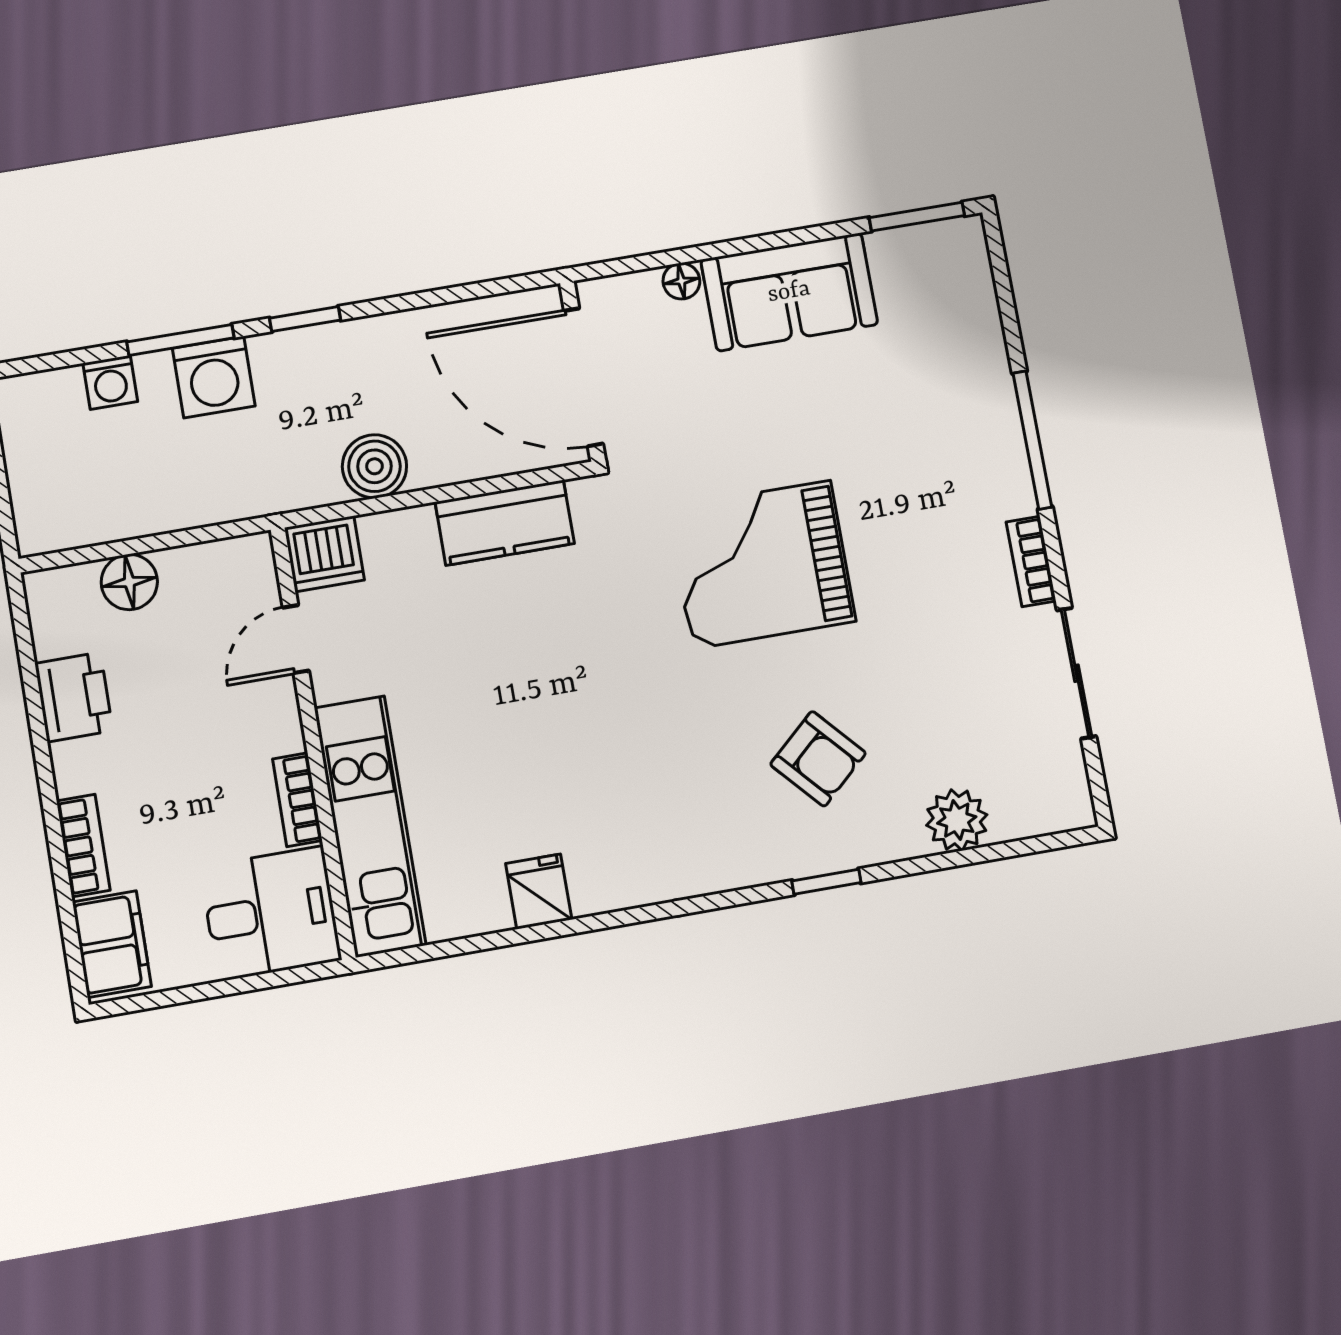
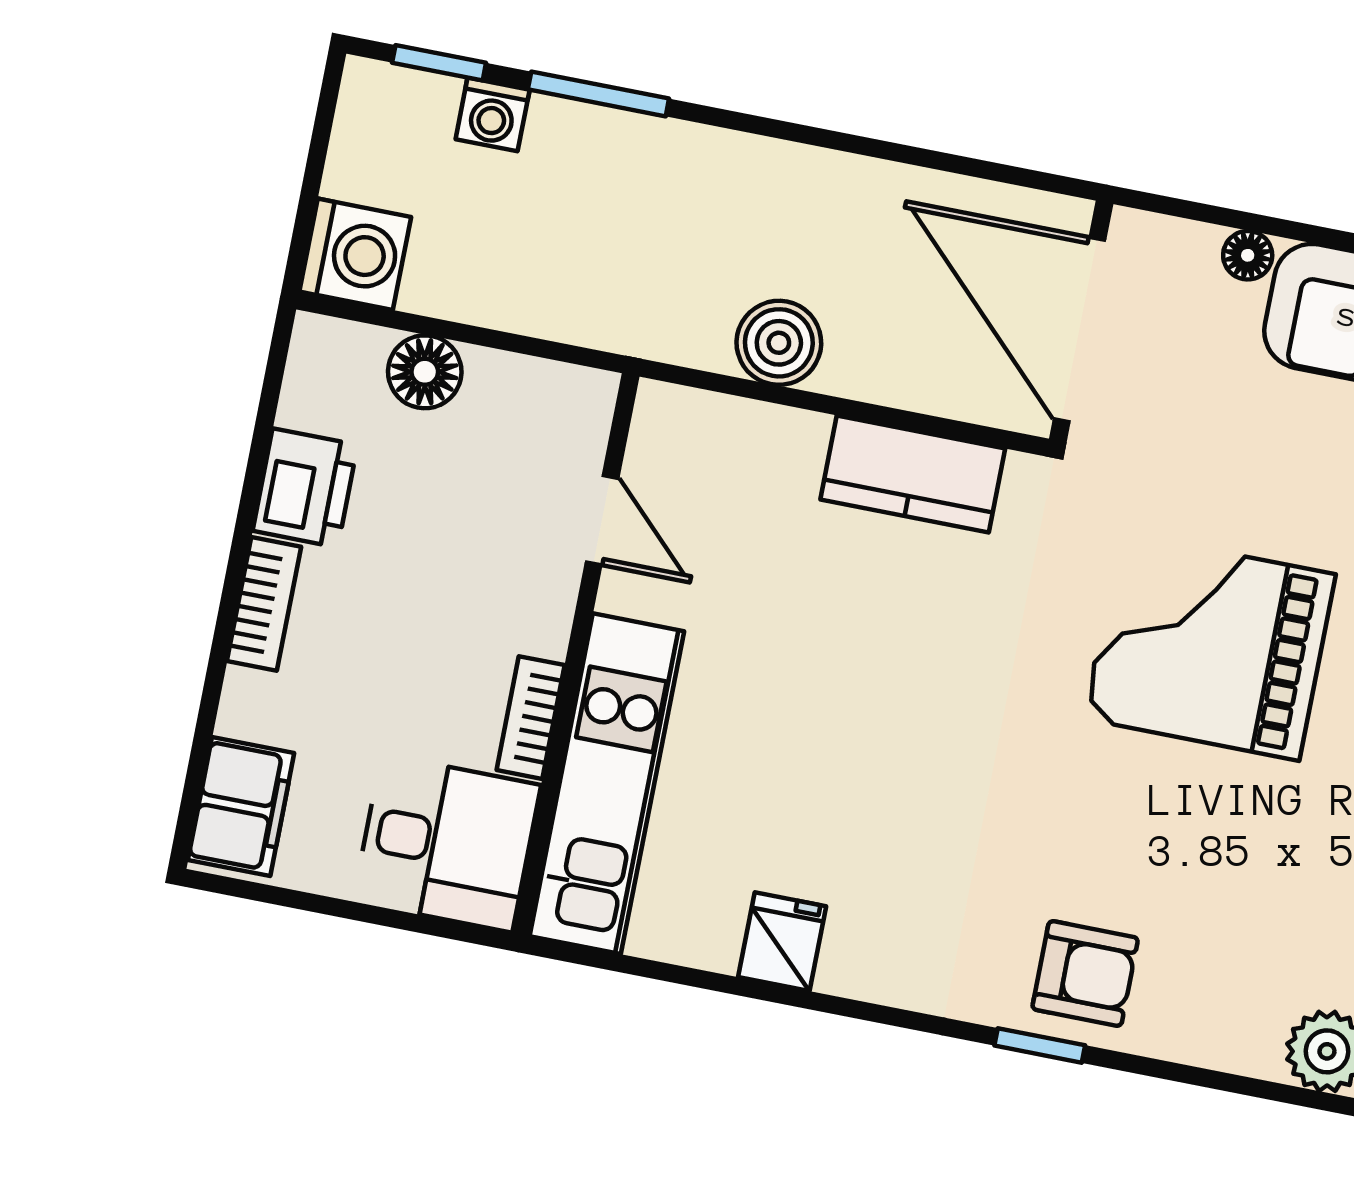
window: (305, 319) -> (439, 63), moved
washing machine: (214, 377) -> (355, 254), moved, turned -90
dishwasher: (324, 554) -> (676, 428), removed
door: (296, 639) -> (602, 520), swing flipped
armchair: (818, 759) -> (1085, 973), moved, turned -48
bookcase: (83, 846) -> (264, 604), moved
window: (826, 882) -> (1040, 1045), moved

